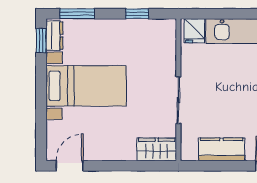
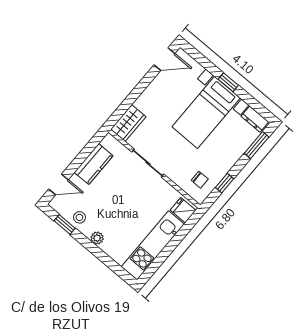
chair: (153, 39) -> (200, 180), added
window: (41, 40) -> (228, 82), moved
door: (70, 166) -> (164, 59), hinge flipped

